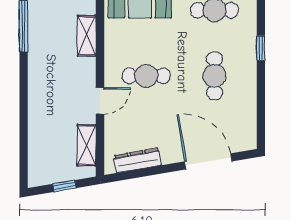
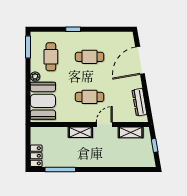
shelving: (87, 36) -> (80, 132), moved
cafe table: (146, 76) -> (90, 97), turned 90
door: (100, 101) -> (104, 124), hinge flipped

